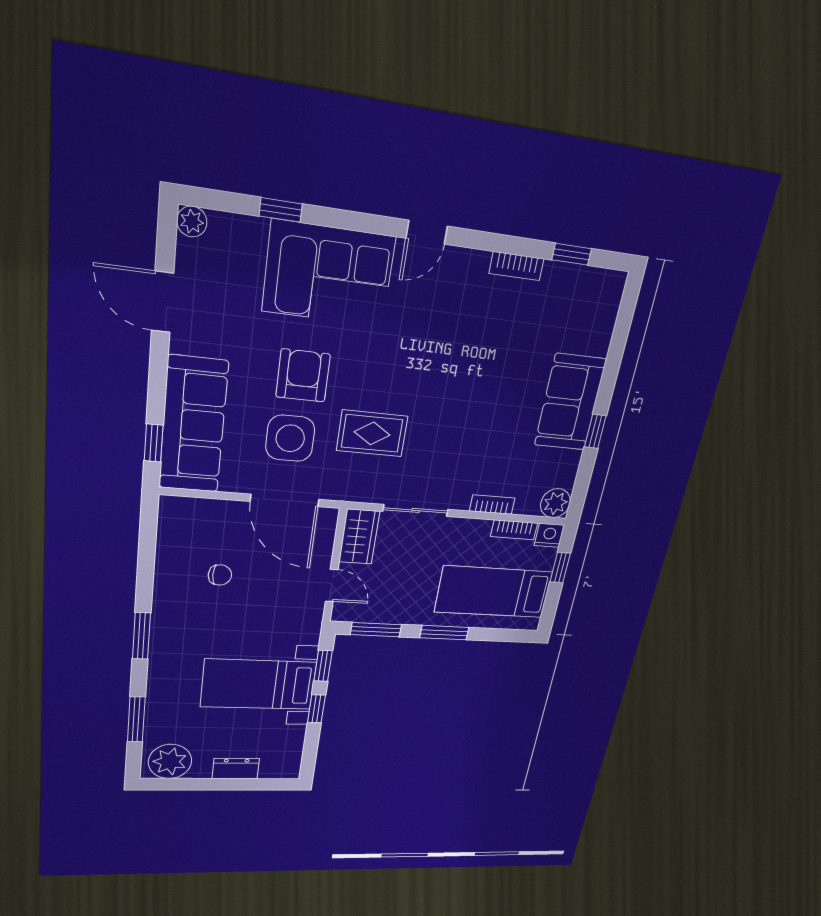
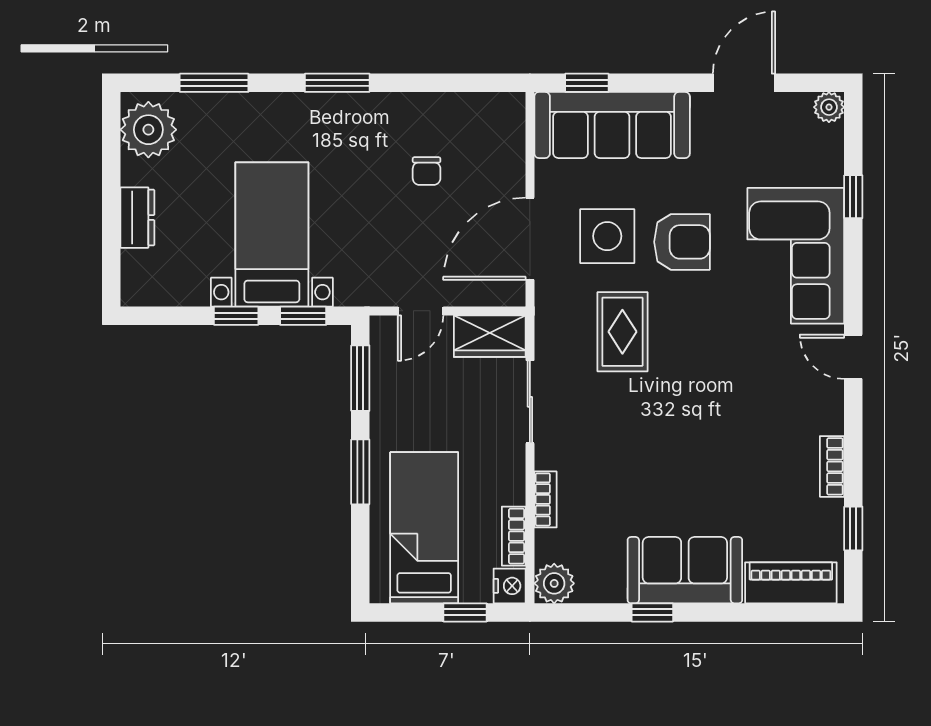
piano: (601, 316) -> (791, 583), added

